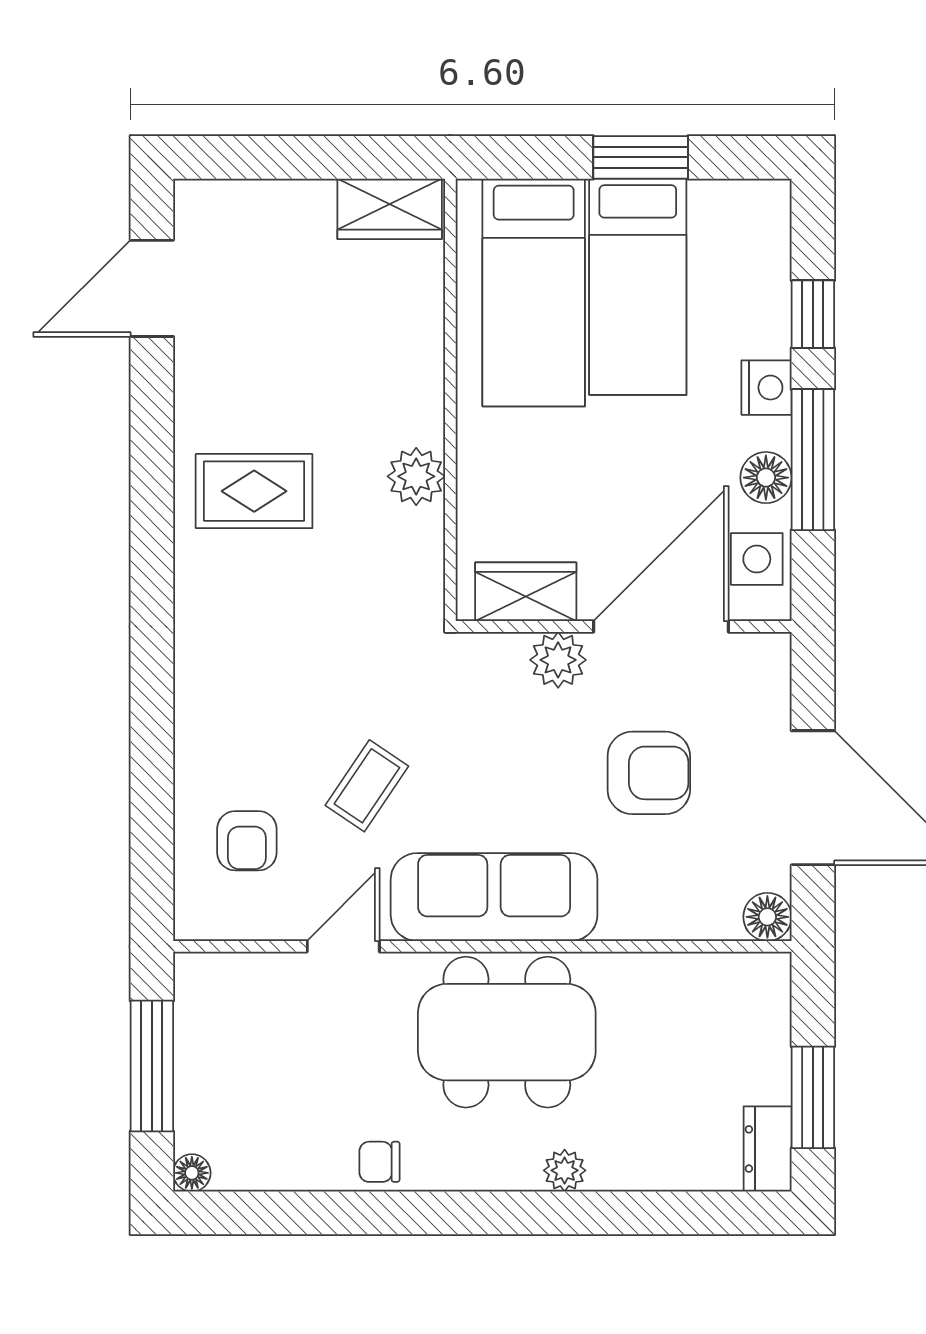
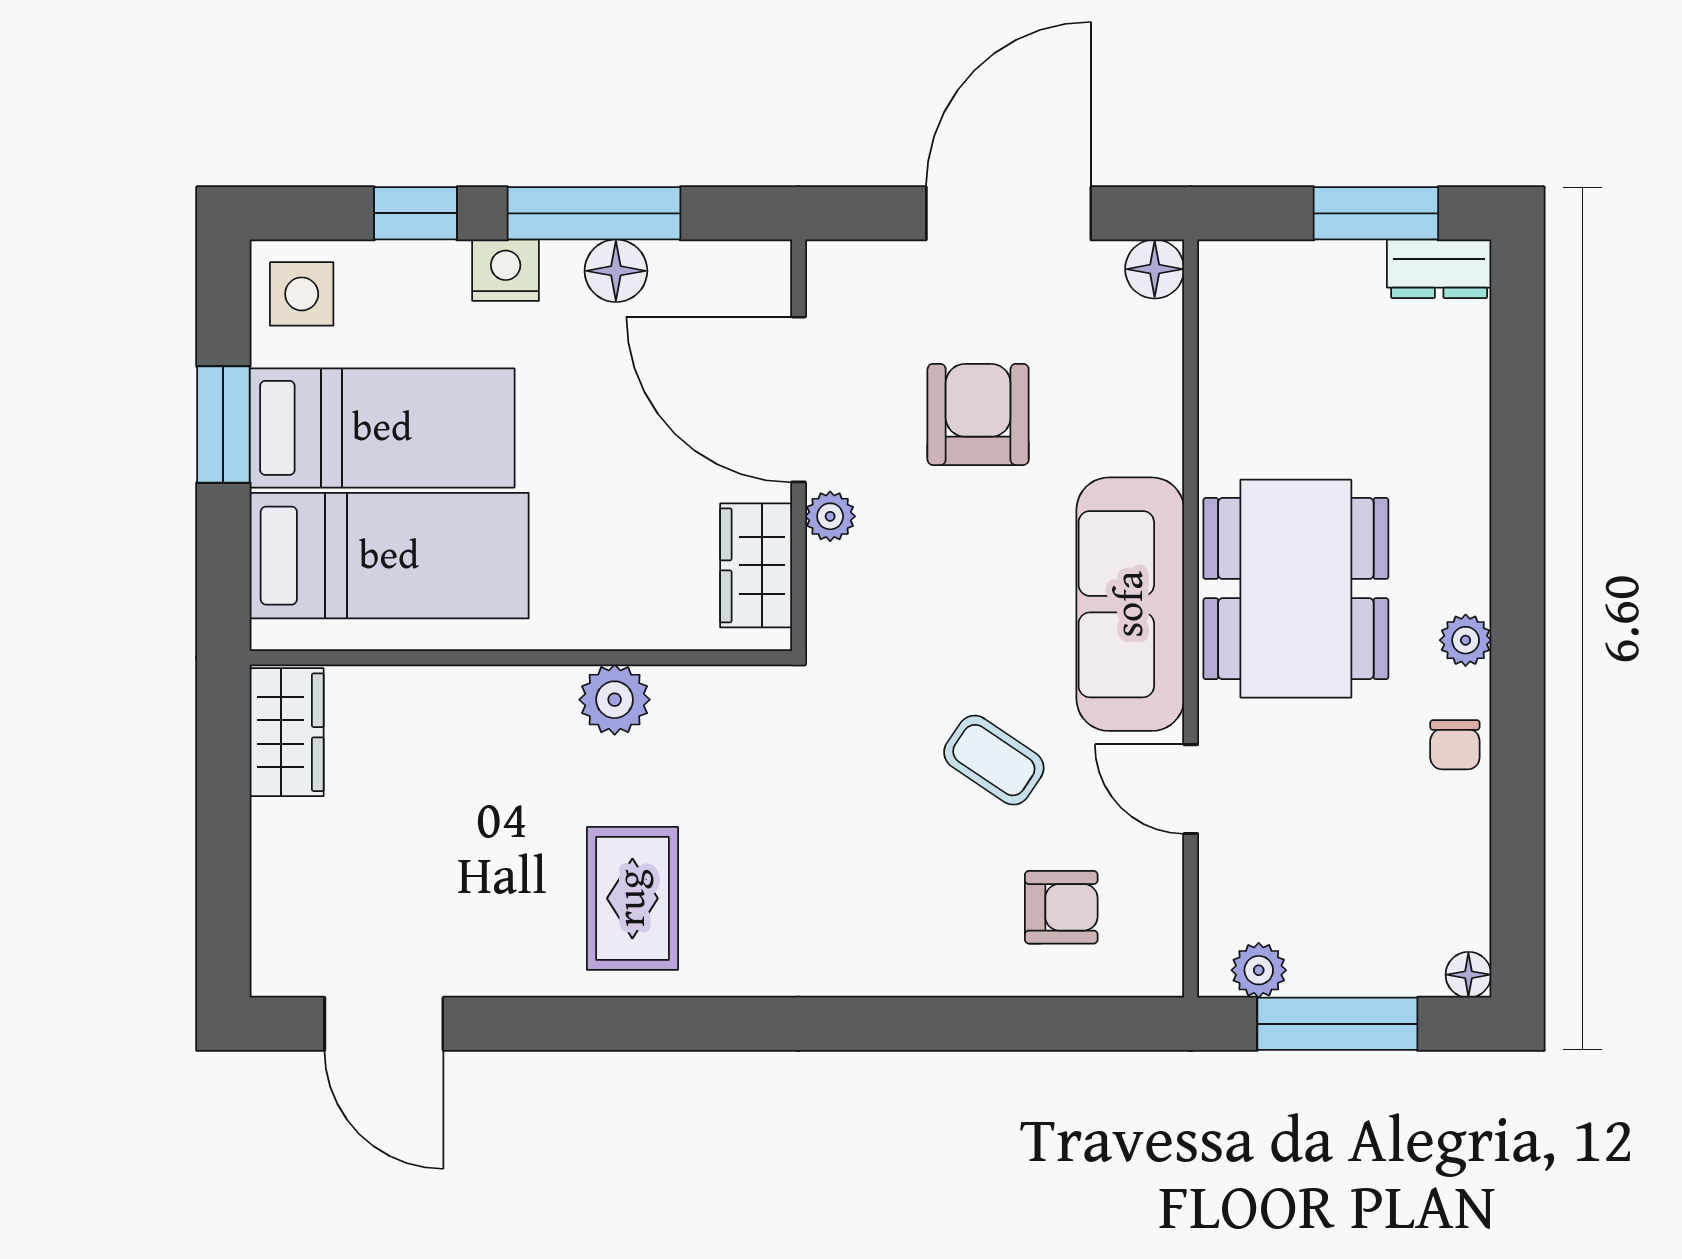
side table: (757, 559) -> (302, 294), moved
plant: (558, 660) -> (830, 516), width x0.73, depth x0.73
plant: (196, 1002) -> (1259, 970), added
plant: (565, 1170) -> (1466, 640), moved

